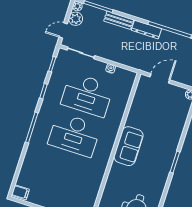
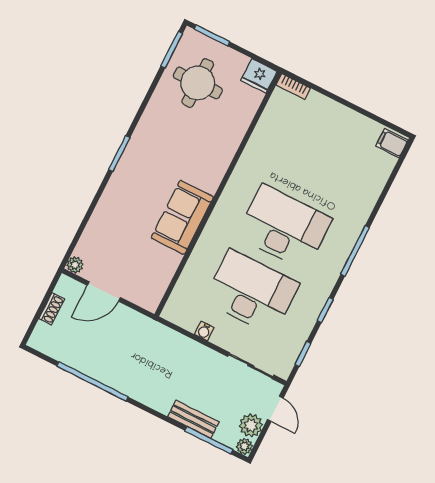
bench: (119, 20) -> (193, 419), moved
dresser: (146, 29) -> (133, 388), removed
door: (63, 30) -> (275, 409), hinge flipped
door: (160, 78) -> (104, 291), moved
sofa: (128, 146) -> (182, 217), moved

